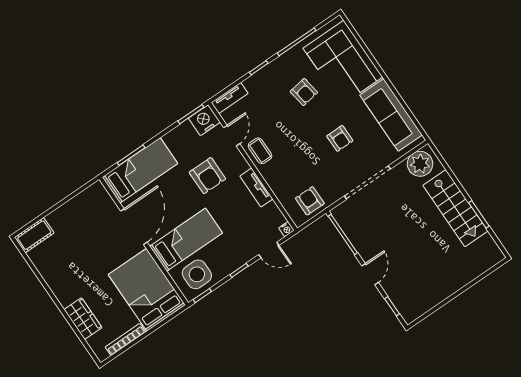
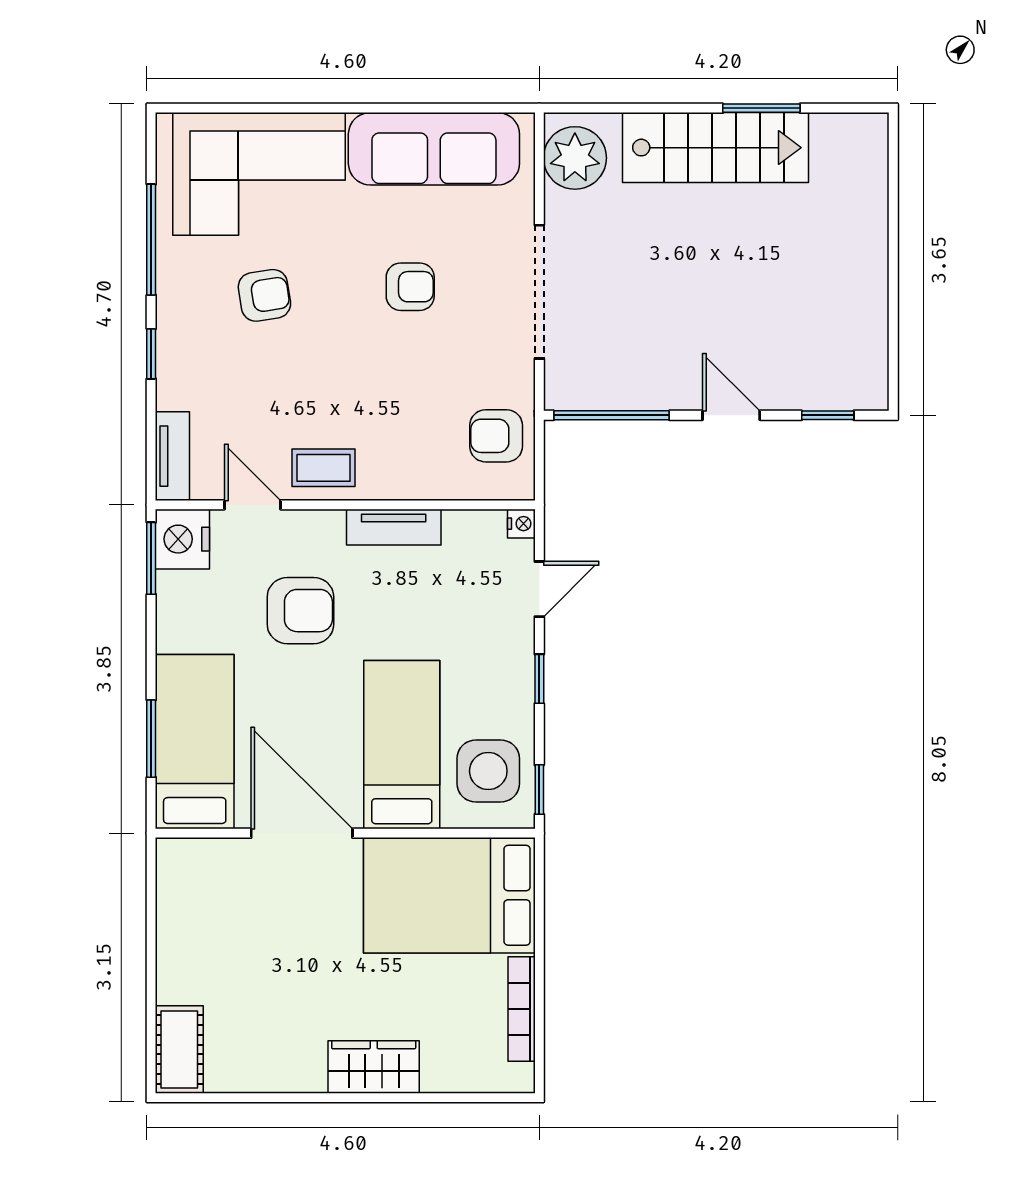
wardrobe: (83, 319) -> (374, 1067), moved

